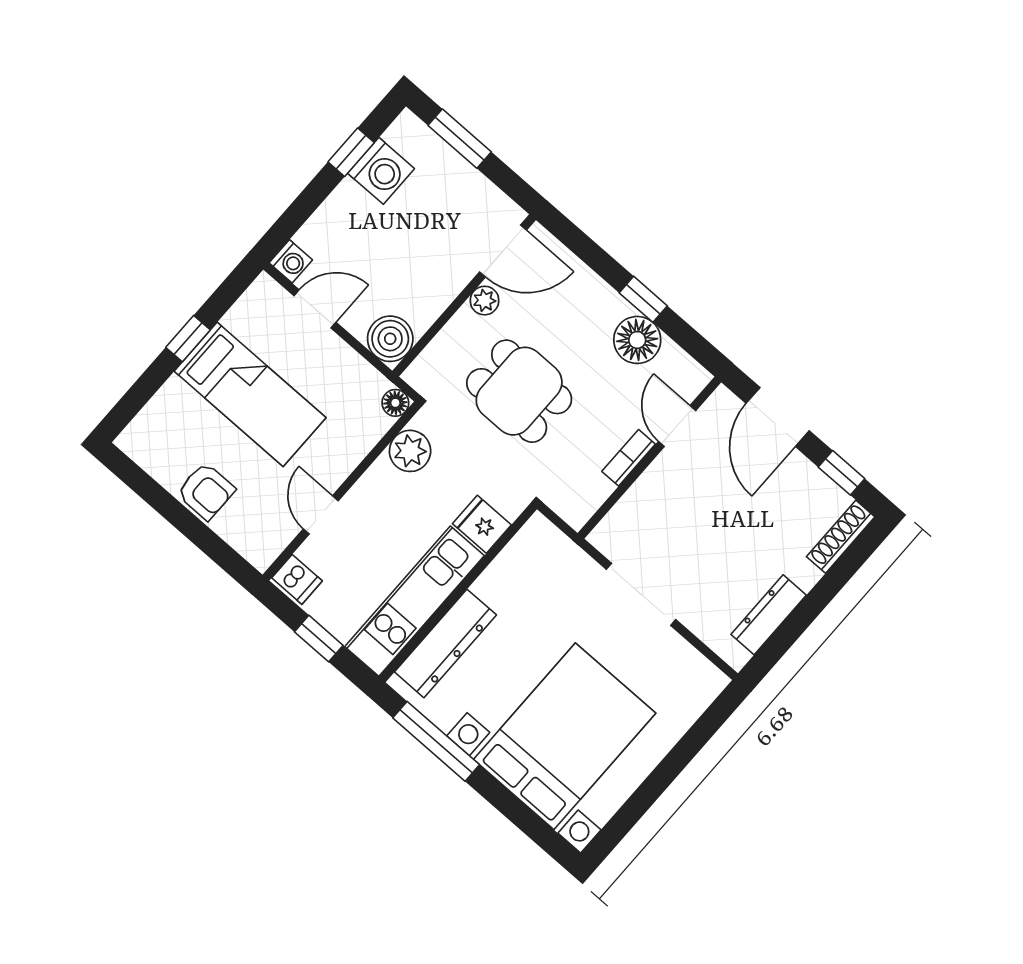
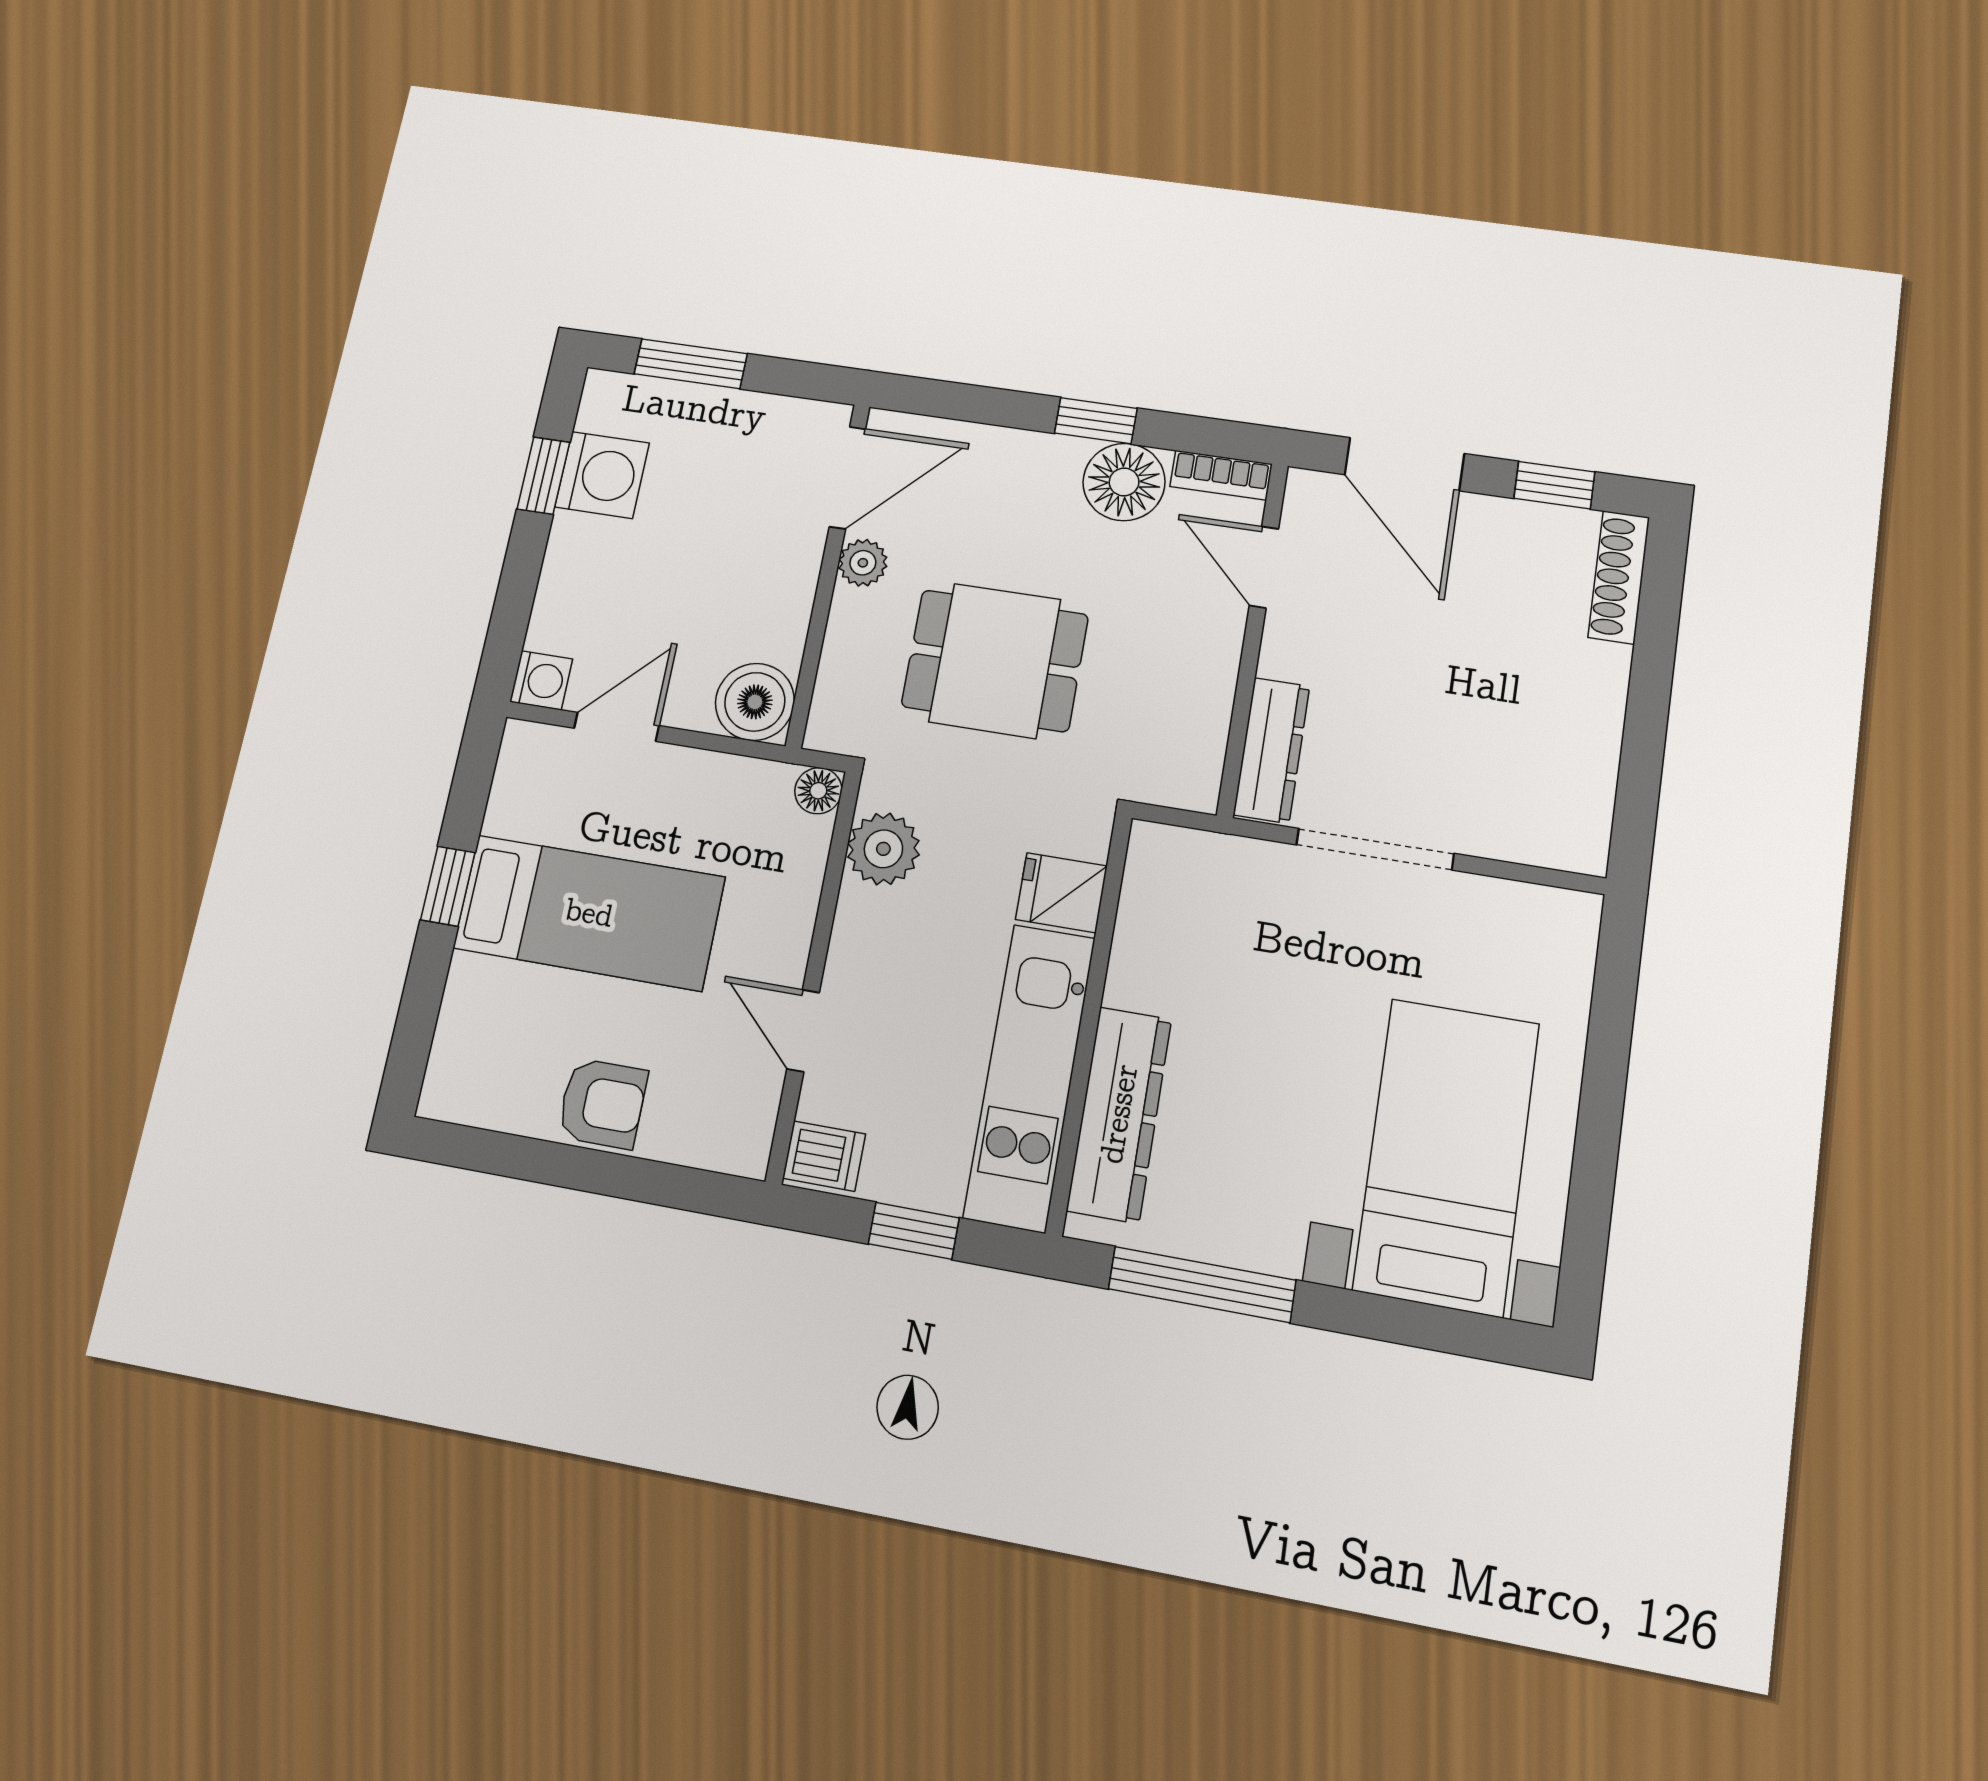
bookcase: (629, 458) -> (1221, 475), moved, turned -90
dresser: (769, 615) -> (1272, 750), moved, turned 180
bed with nightstands: (565, 736) -> (1447, 1156), width x0.73

